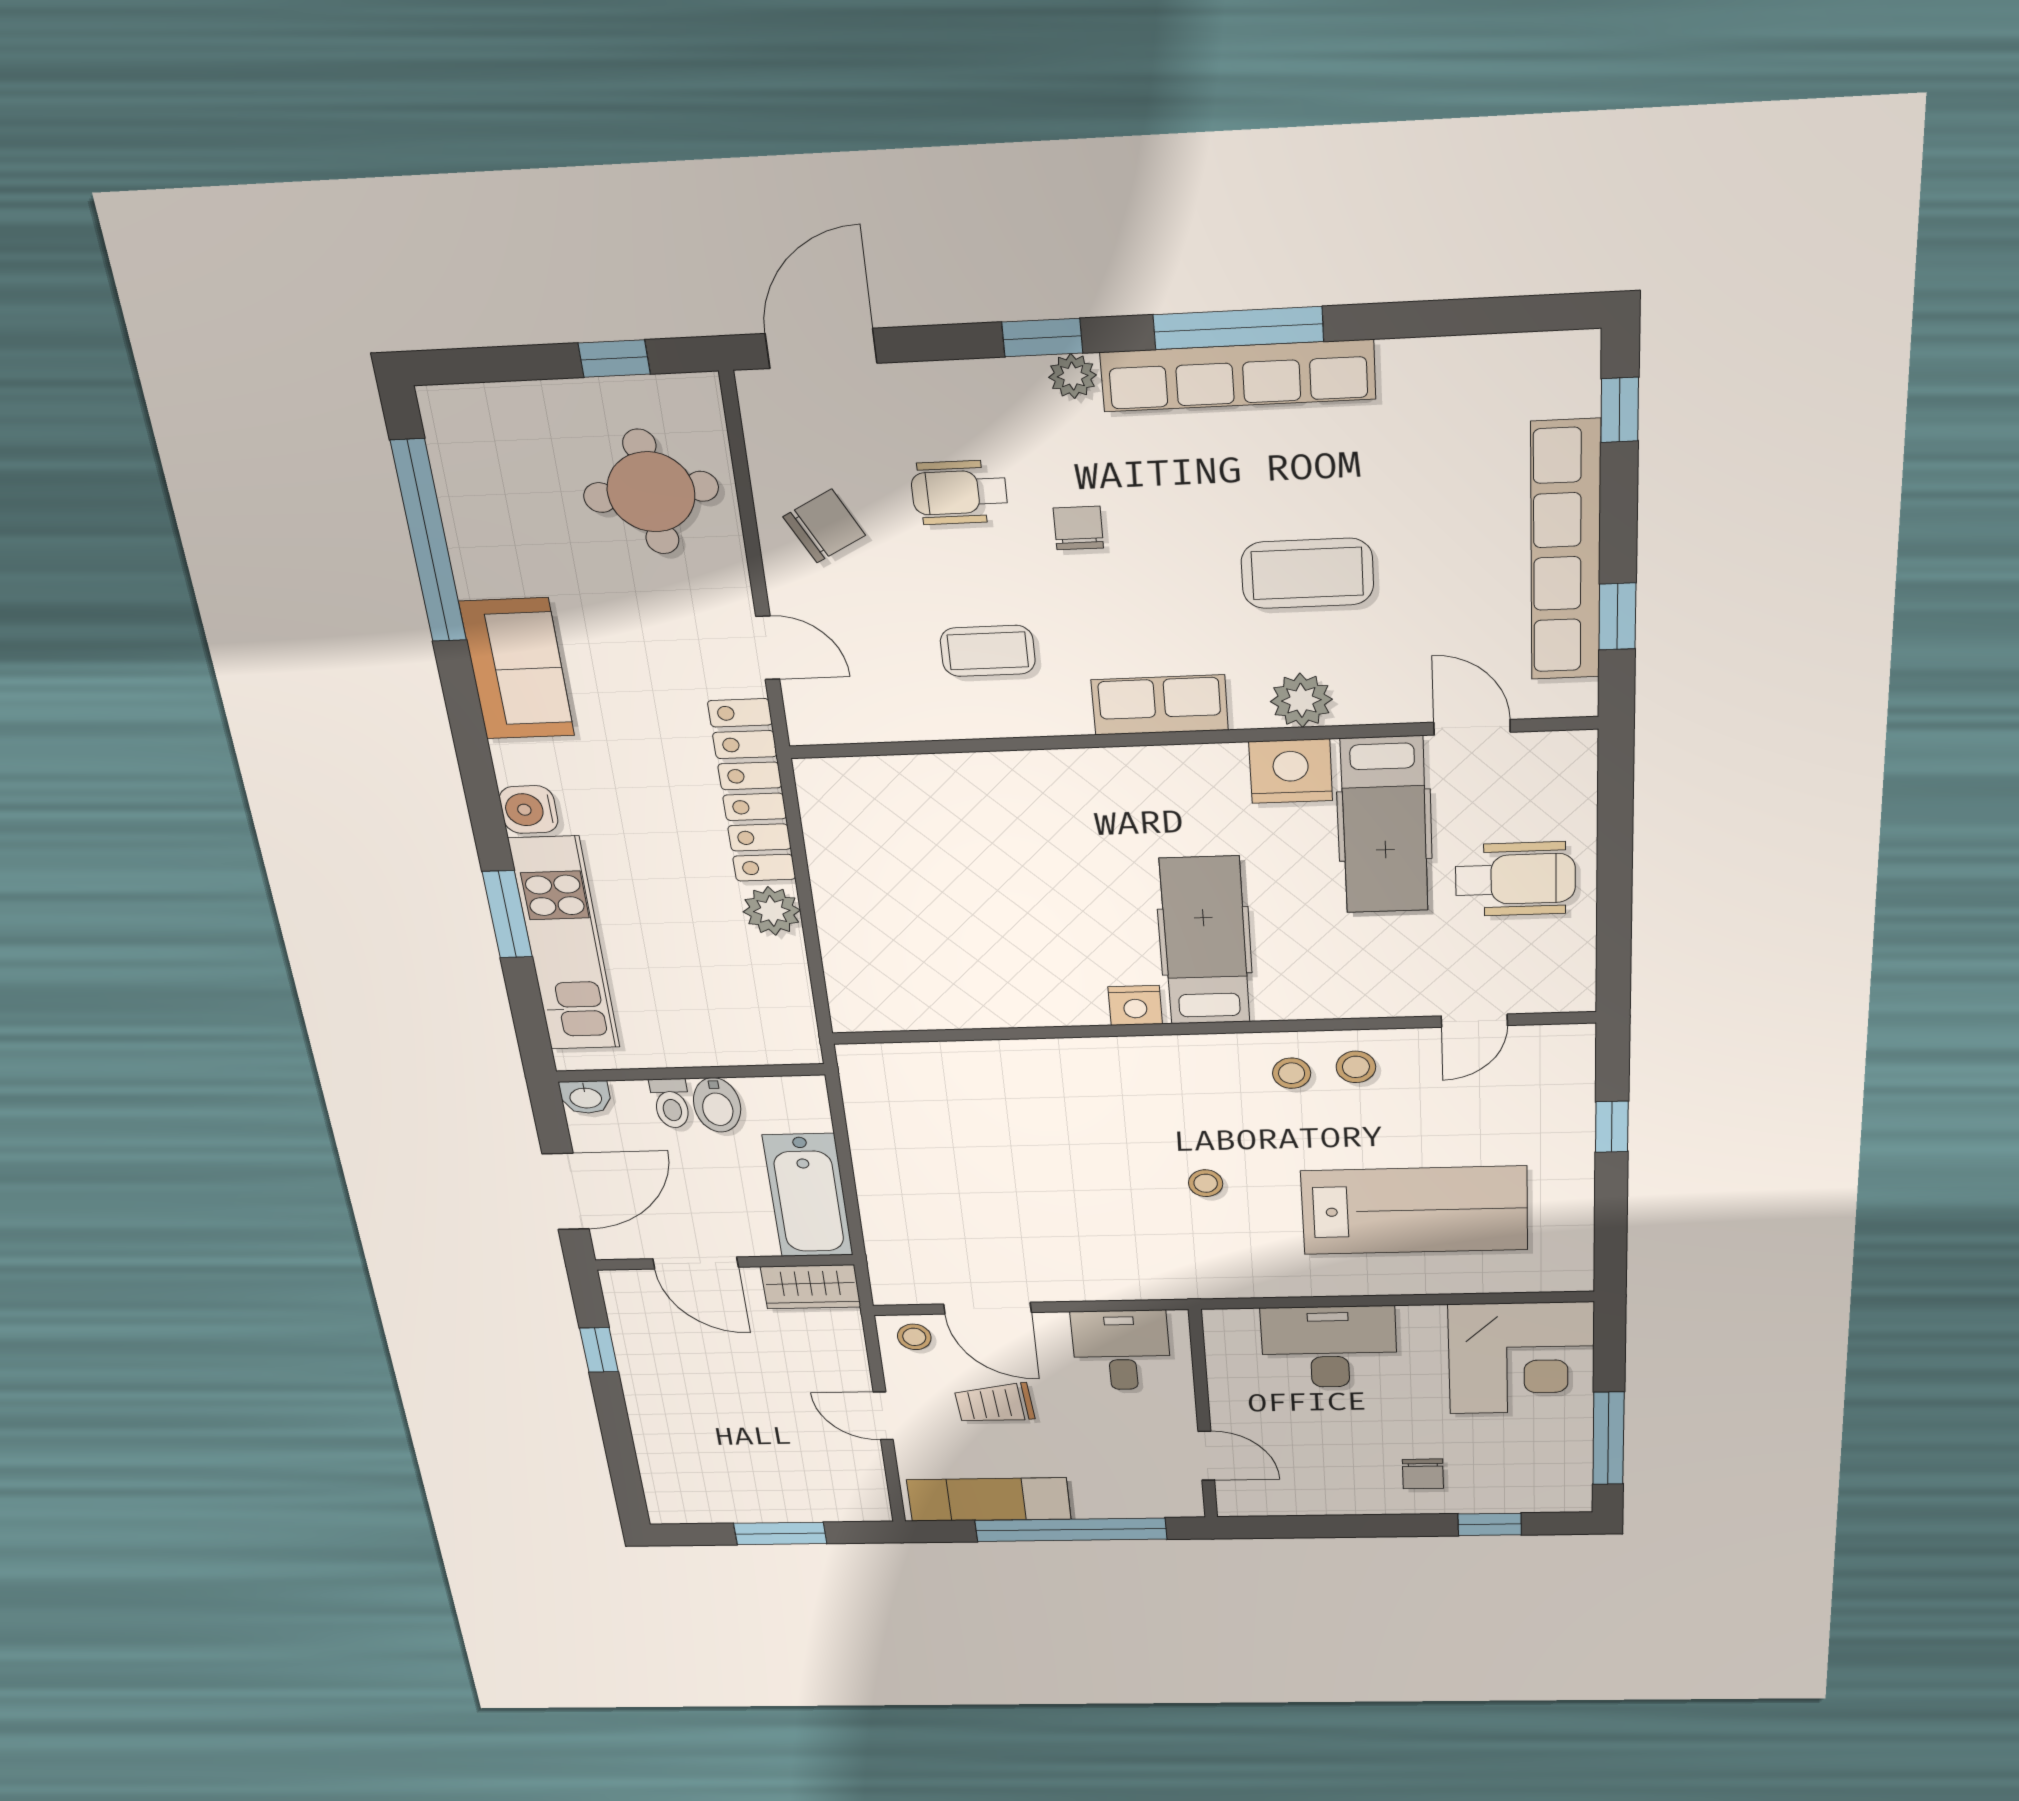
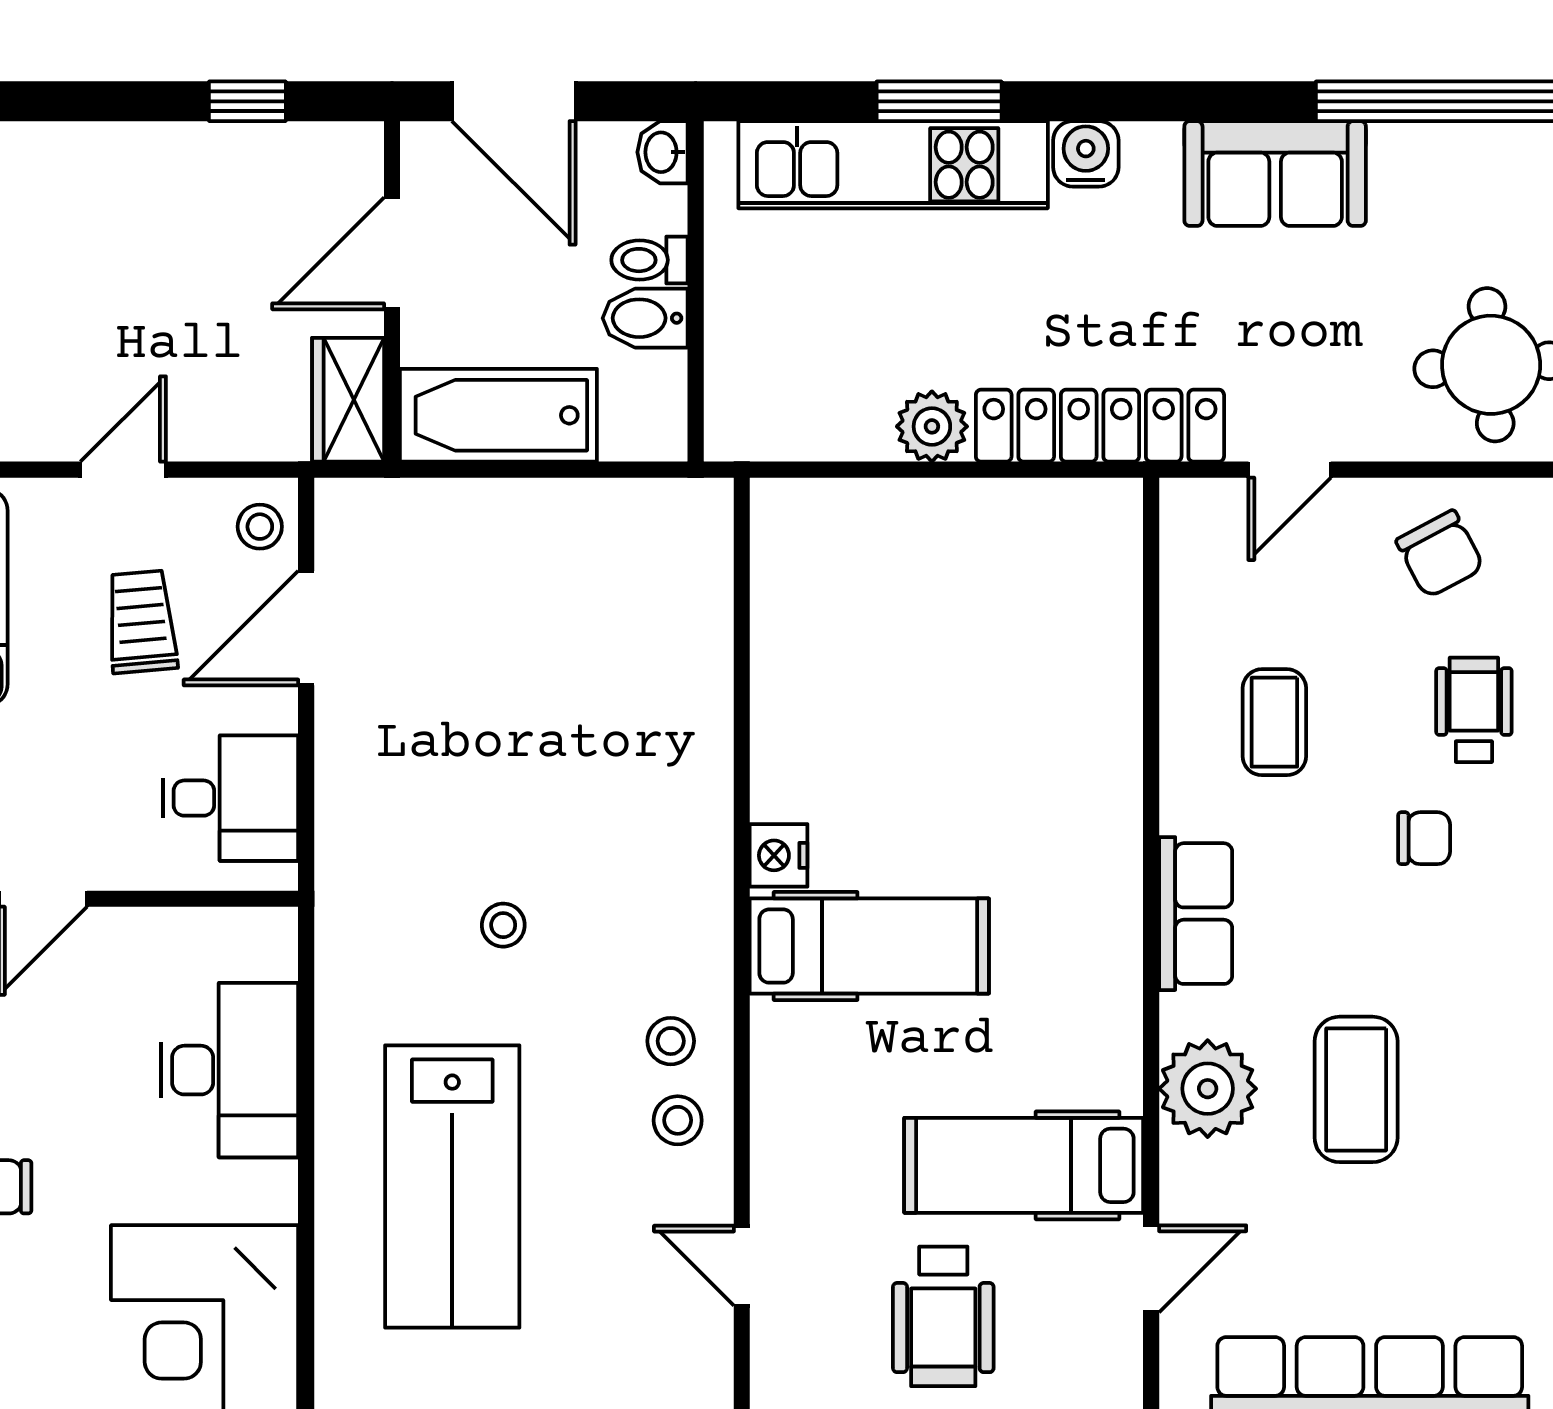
plant: (1301, 700) -> (1208, 1089), width x1.36, depth x1.36
nightstand: (1291, 771) -> (1101, 1060), removed

